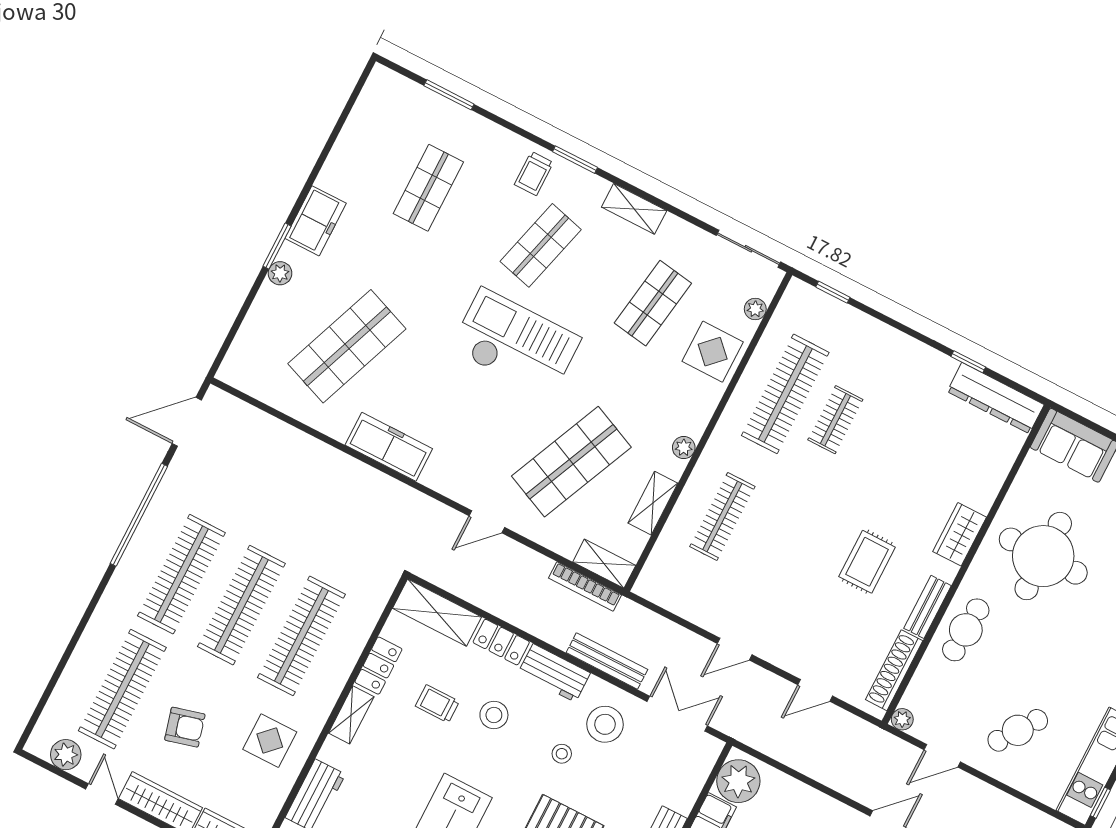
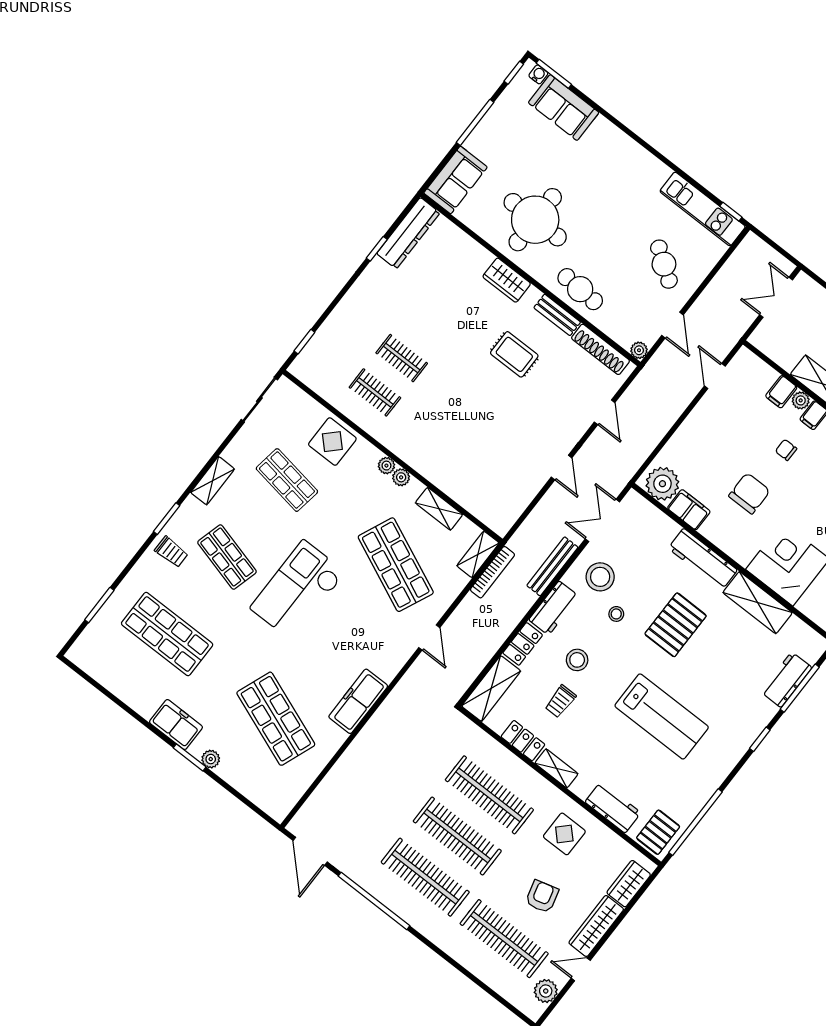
shop shelf: (428, 188) -> (167, 634), width x1.43, depth x1.36
plant: (755, 309) -> (386, 466), moved
clothes rail: (785, 394) -> (375, 392), width x0.54, depth x0.76
clothes rail: (722, 516) -> (459, 458), removed

